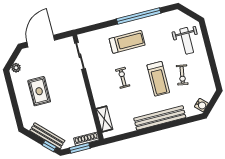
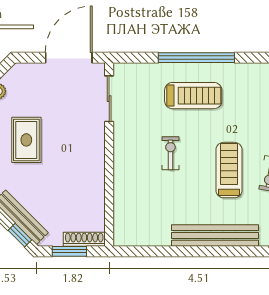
window: (139, 16) -> (196, 58), moved
door: (41, 41) -> (69, 58), moved
treadmill: (158, 79) -> (229, 170), turned 180
shelving: (104, 119) -> (123, 214), removed

